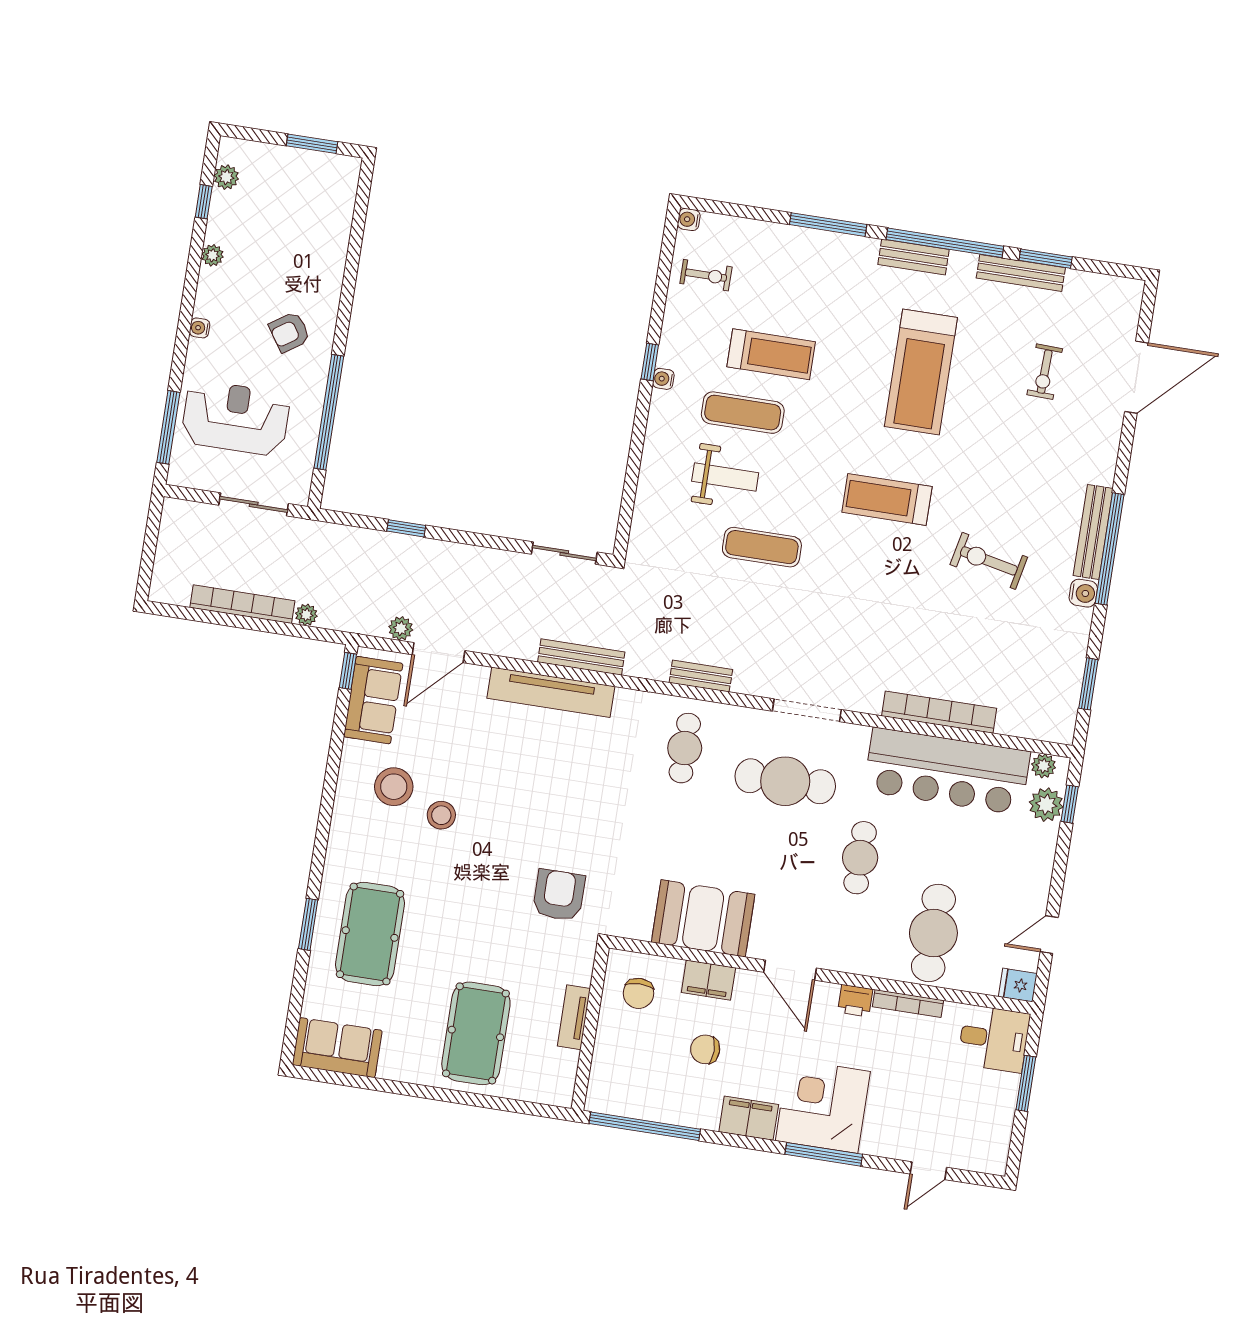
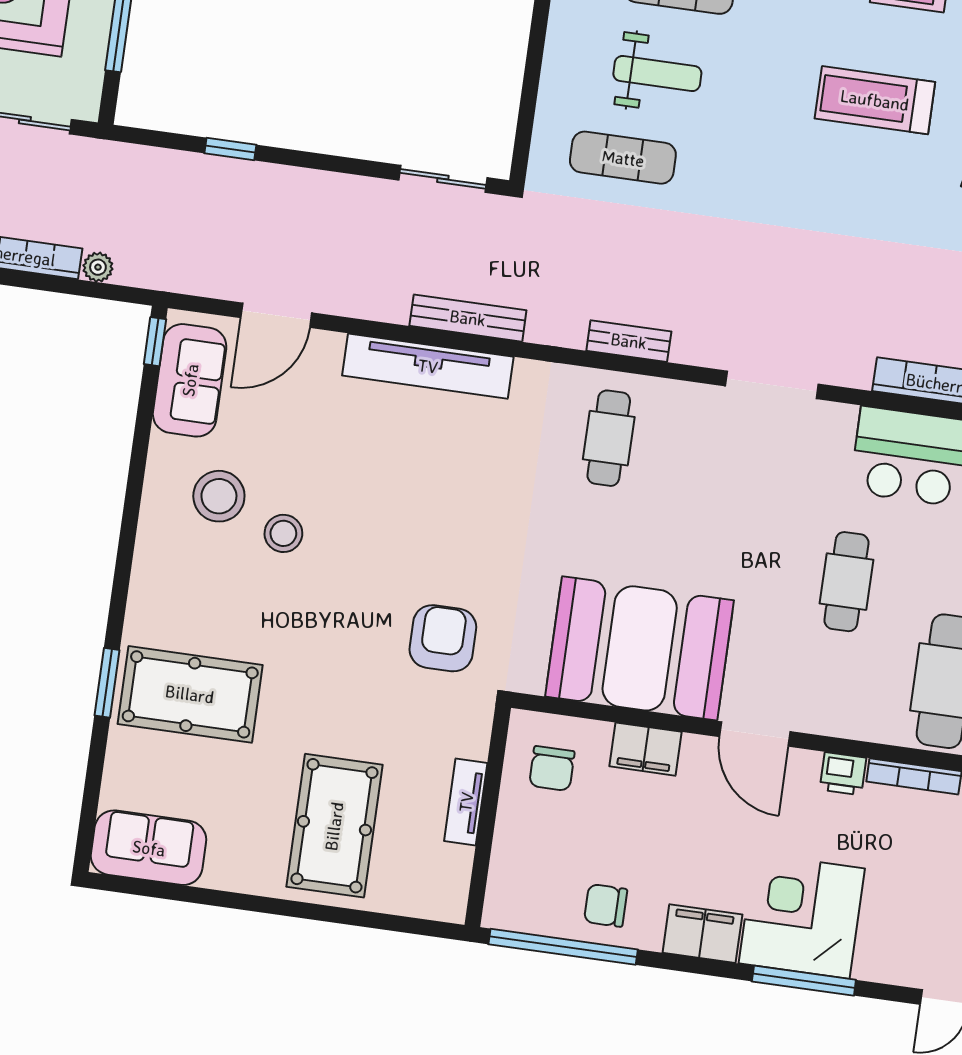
exercise mat: (762, 547) -> (623, 158), moved
plant: (401, 628) -> (225, 283), removed
cafe table: (785, 781) -> (744, 481), removed
booth: (703, 918) -> (640, 648), width x1.36, depth x1.42
pool table: (370, 934) -> (190, 694), turned 90
chair: (705, 1049) -> (606, 905), moved

